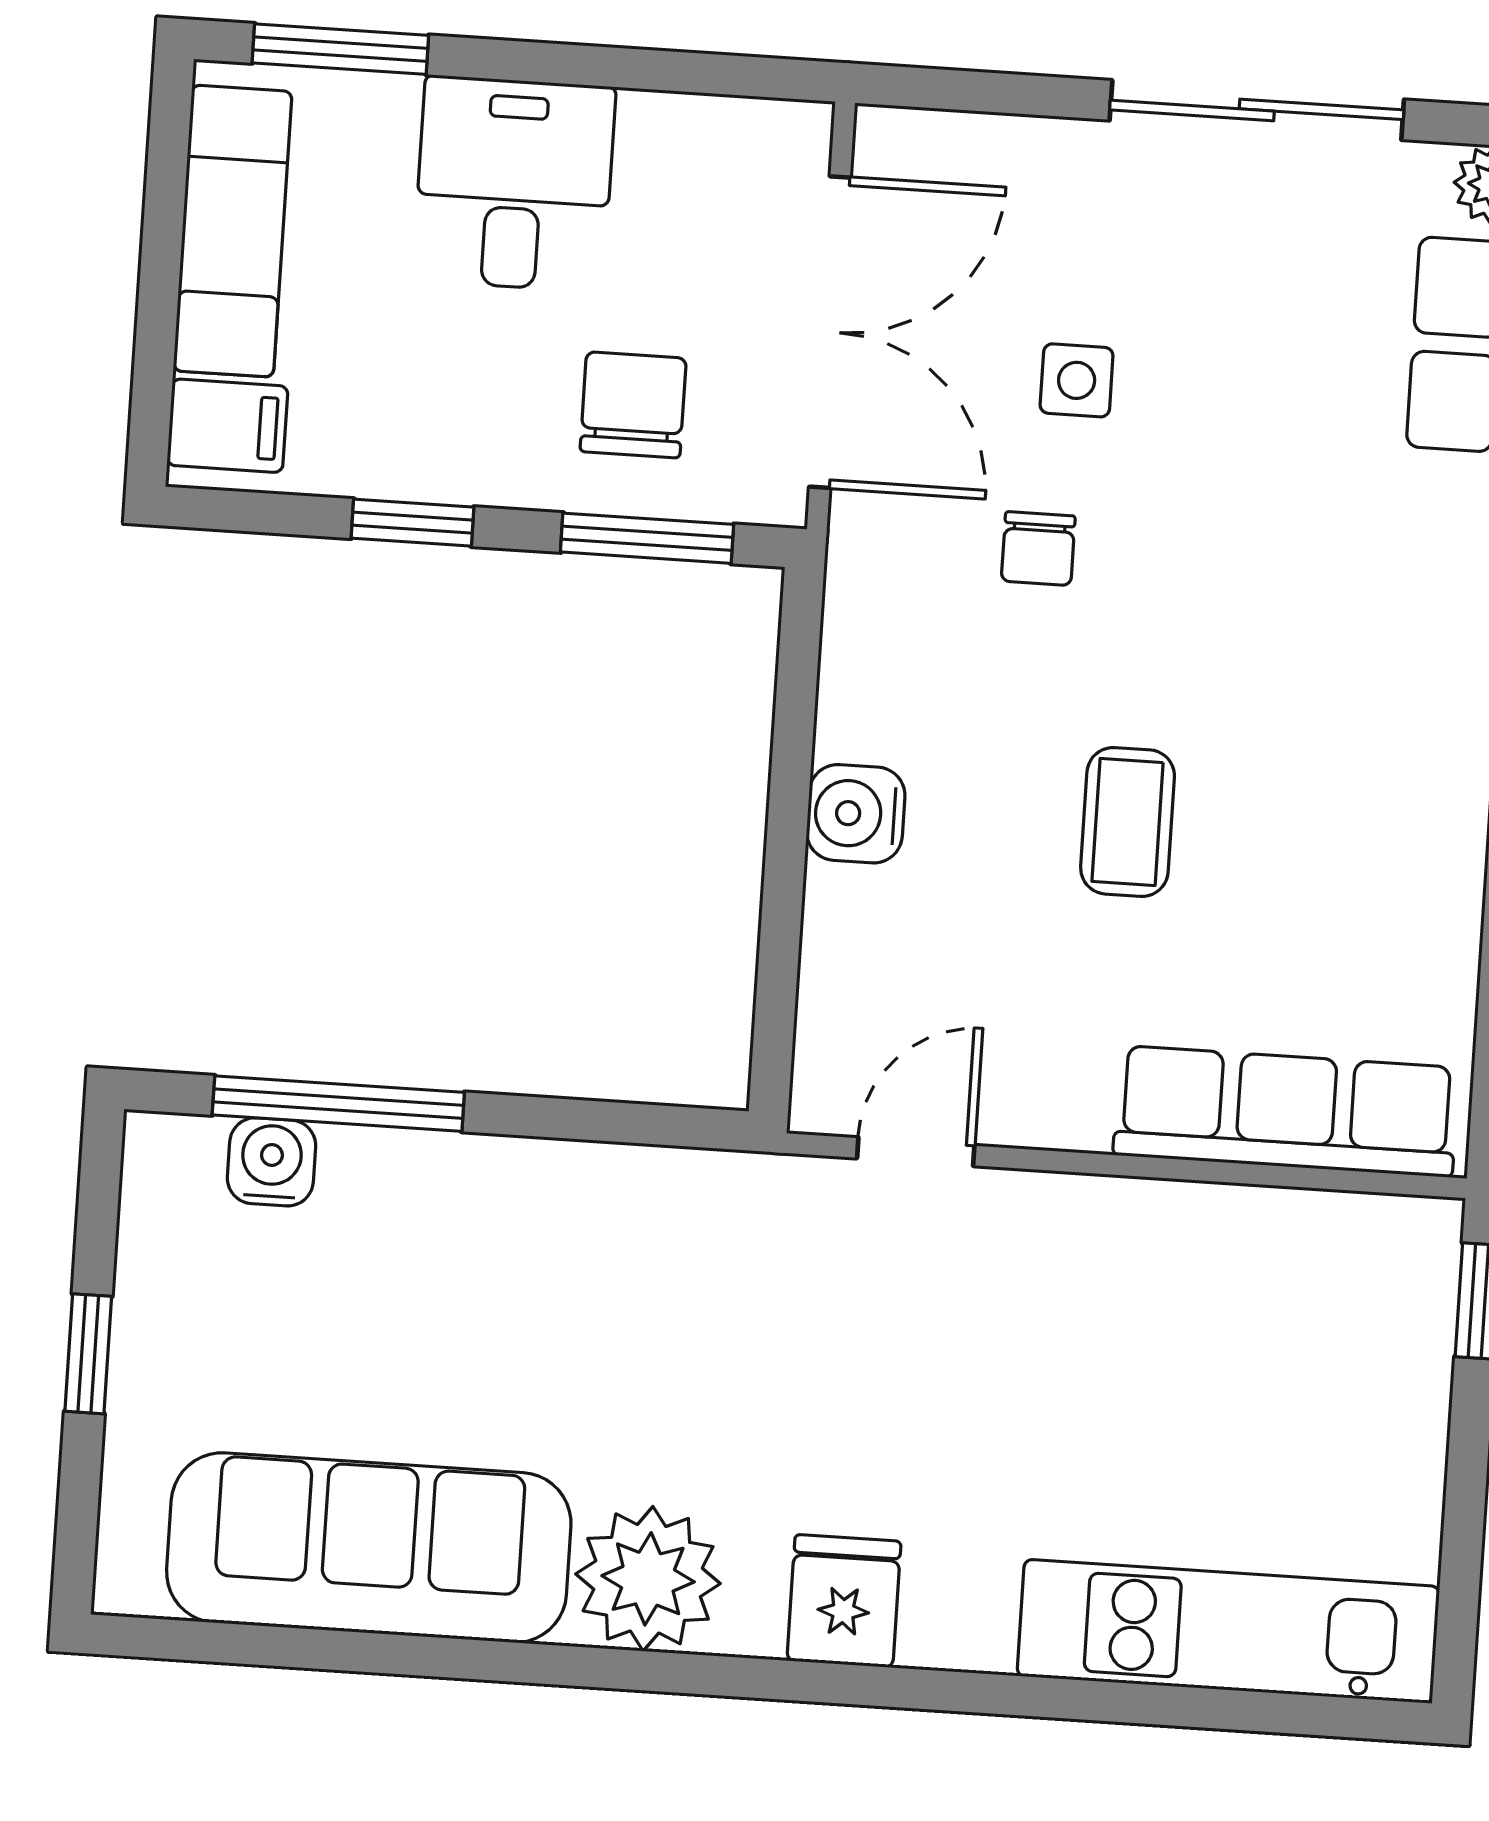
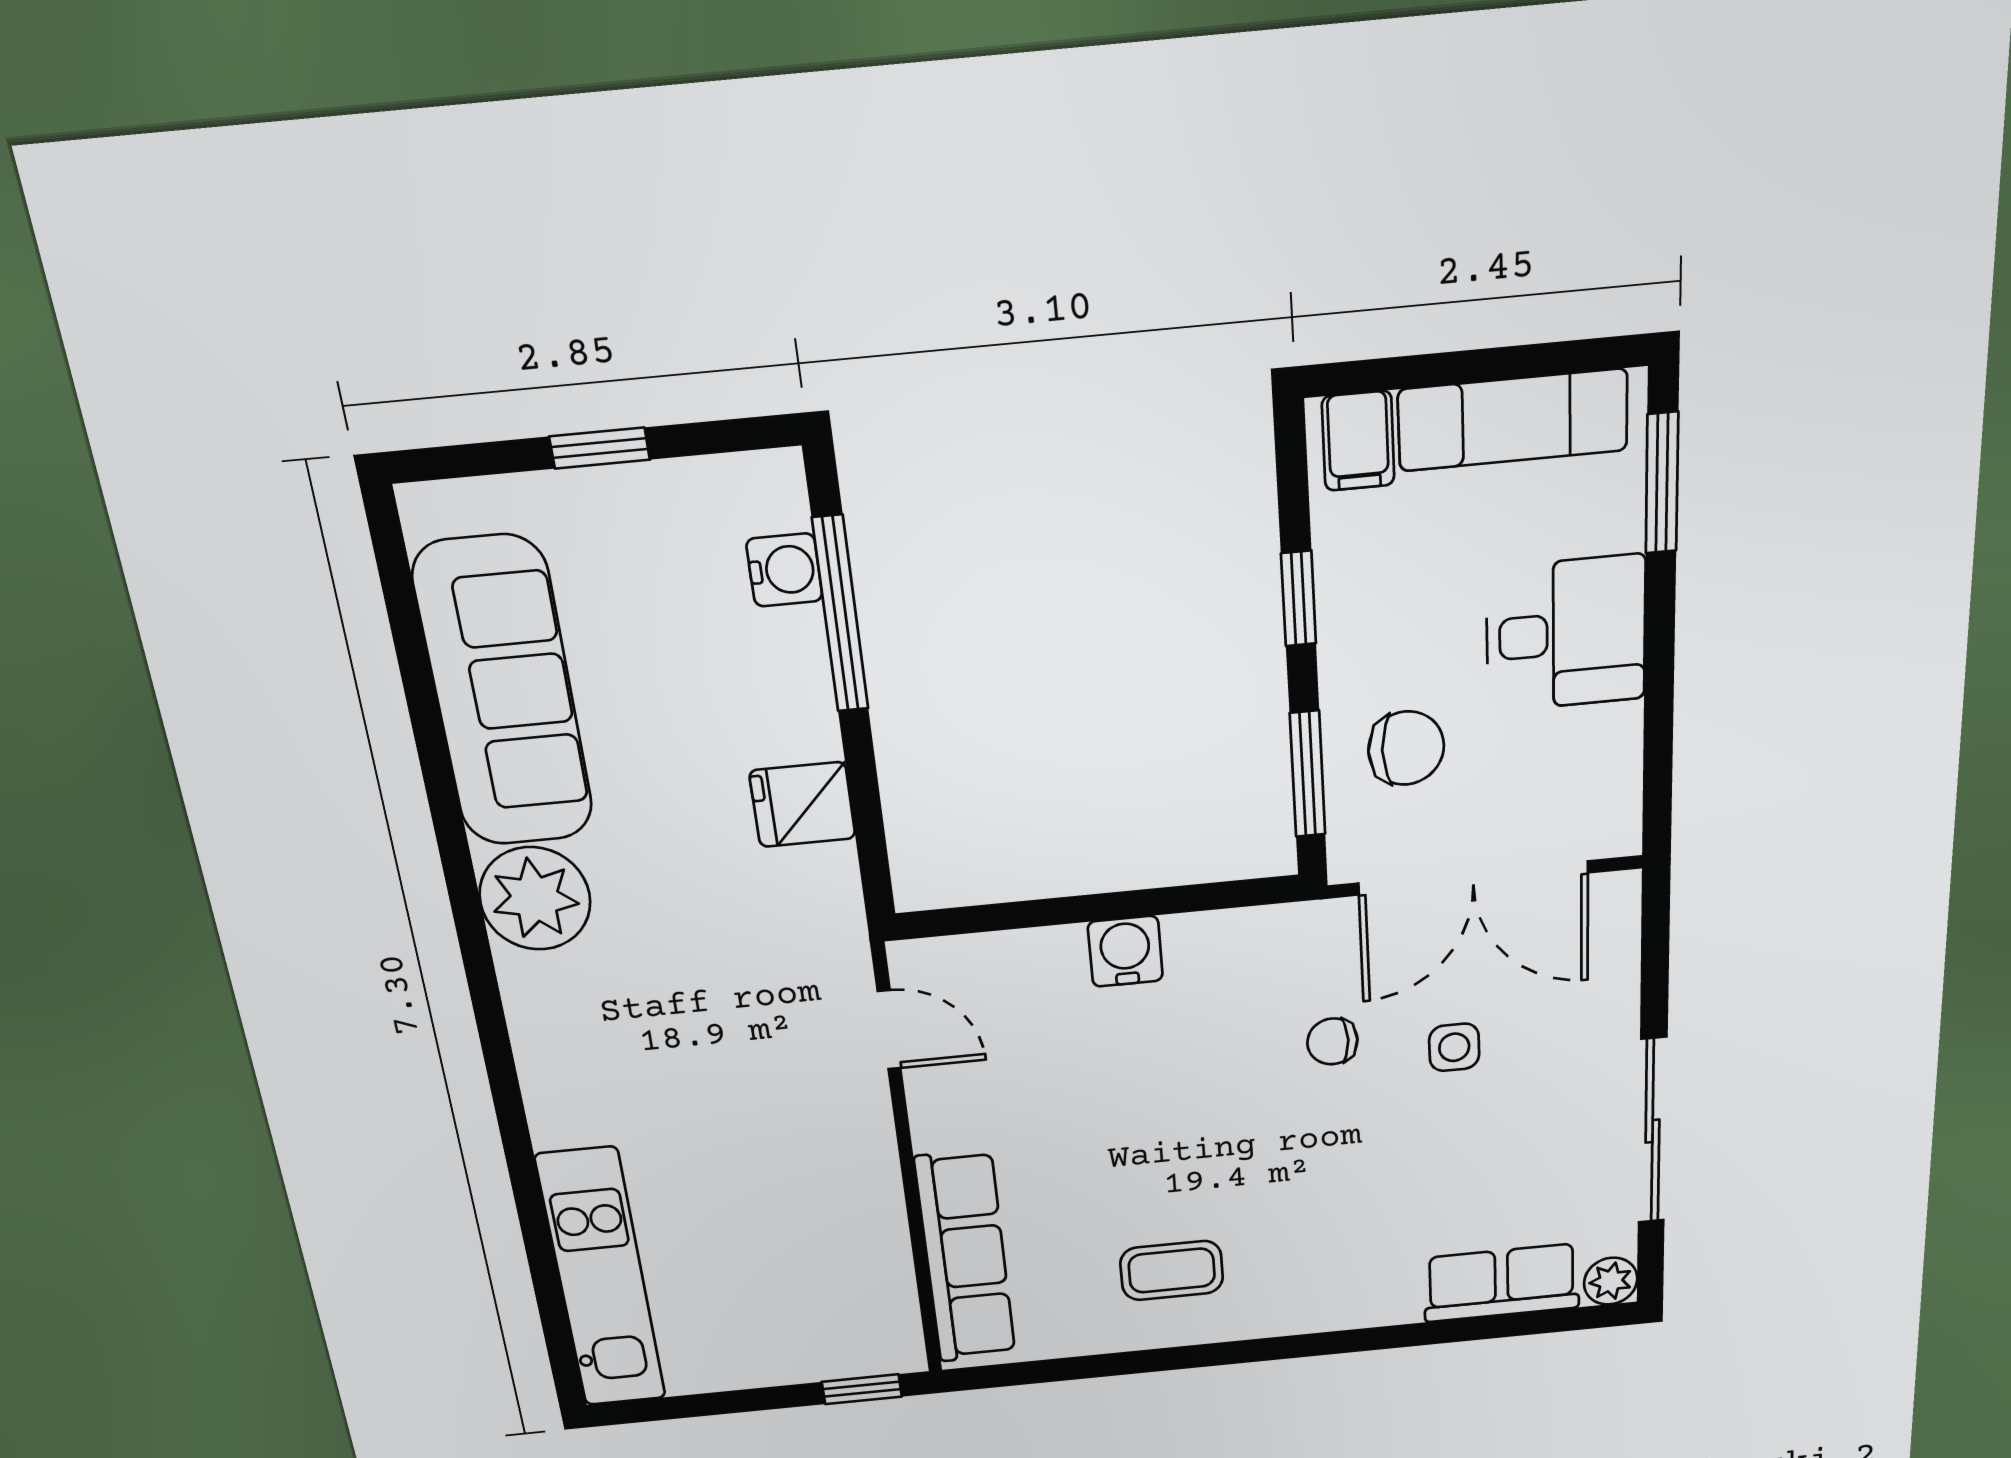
coffee table: (1128, 822) -> (1172, 1270), moved
fridge: (844, 1601) -> (802, 805), moved, turned 180

